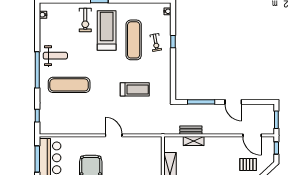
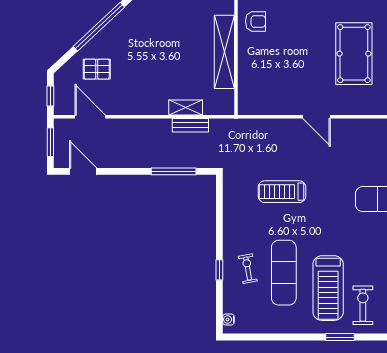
door: (233, 102) -> (83, 171), moved

